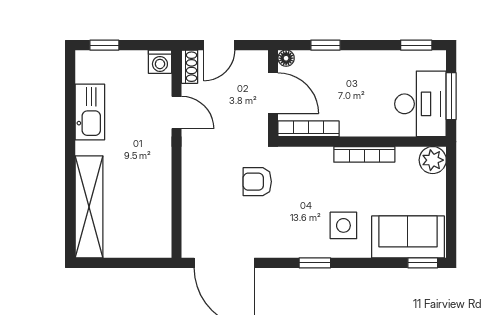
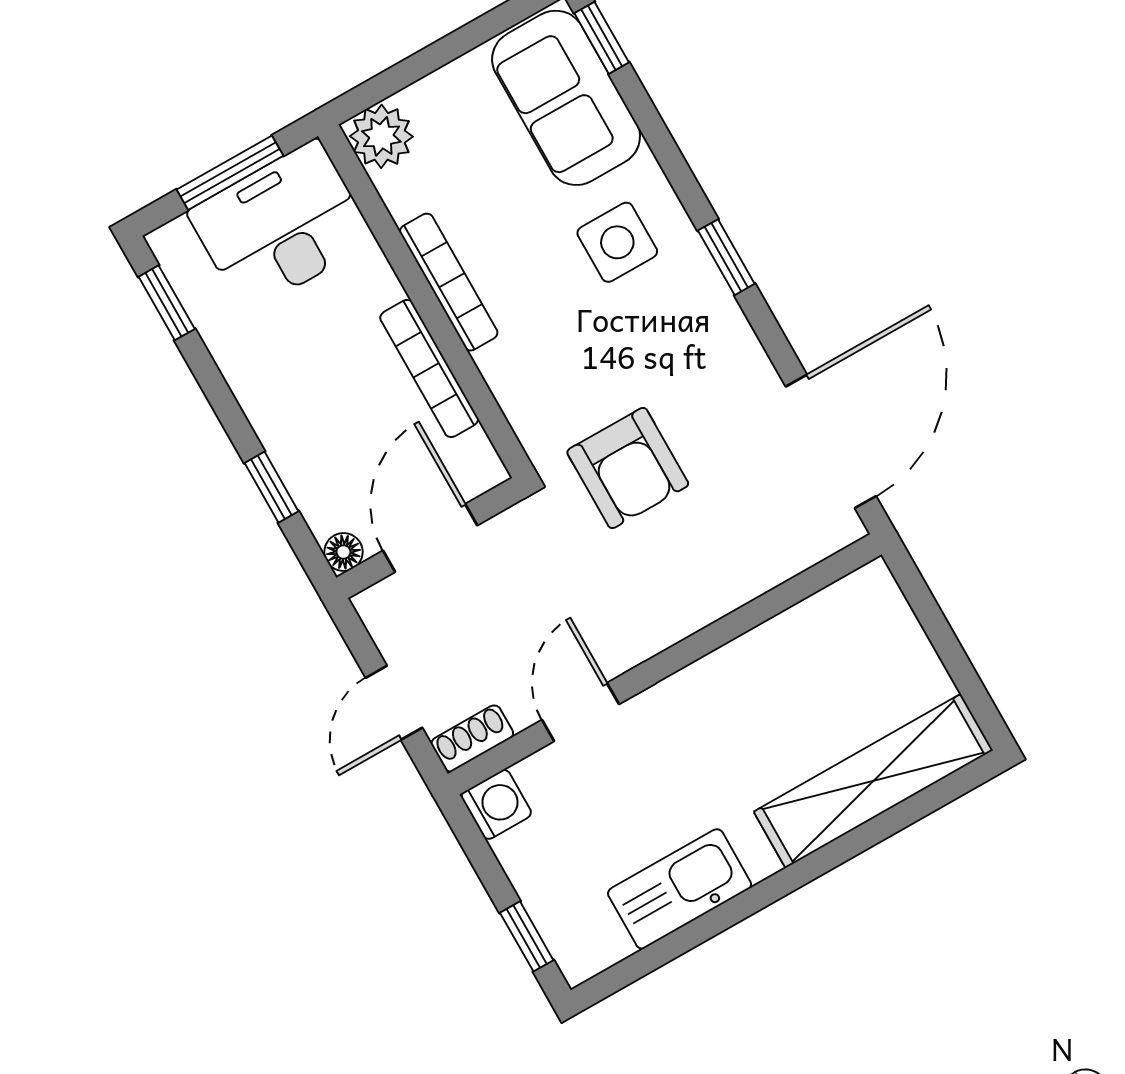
door: (219, 45) -> (394, 703), swing flipped
bookcase: (309, 129) -> (429, 368), moved
armchair: (257, 182) -> (628, 468), width x1.38, depth x1.38

